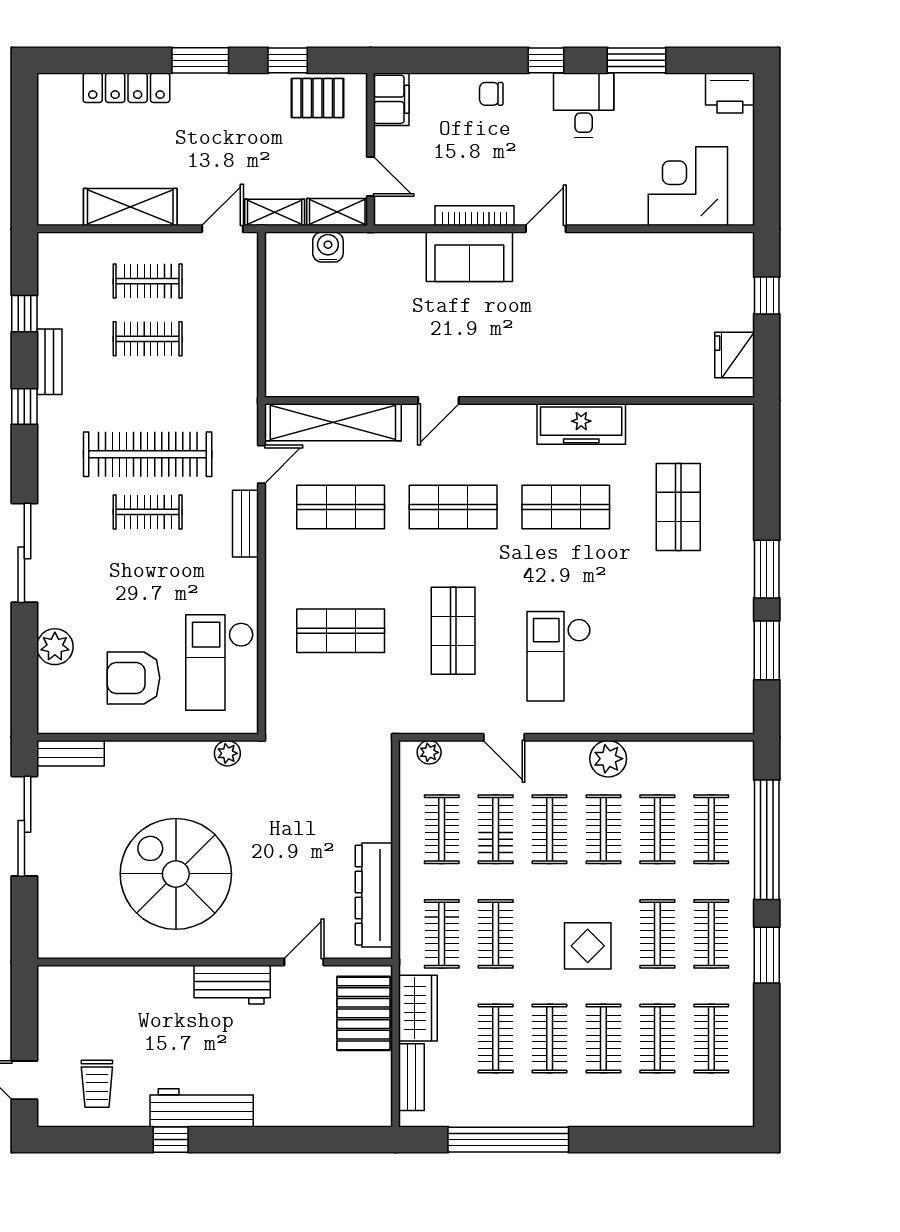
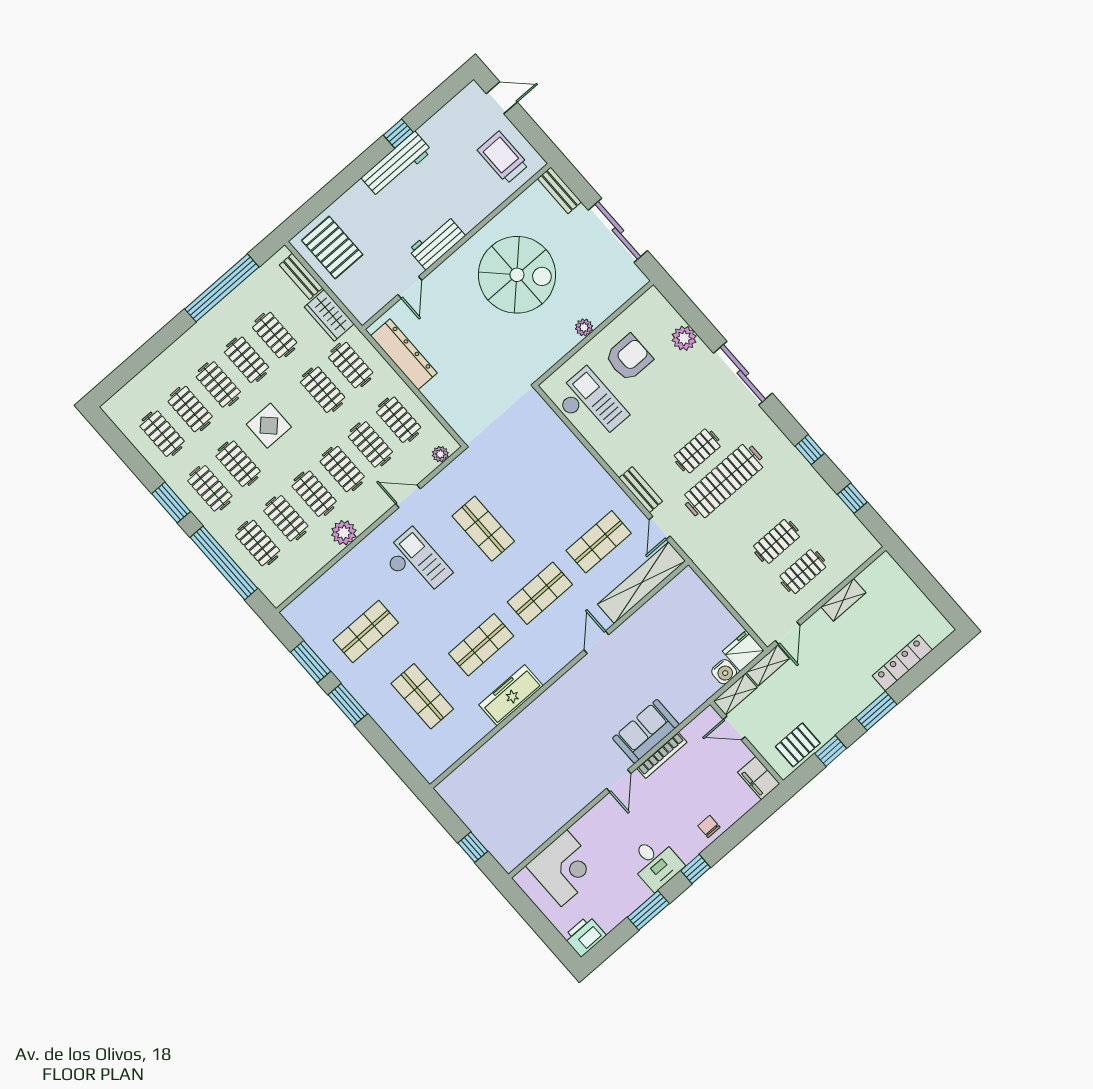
chair: (491, 94) -> (709, 827), turned -90
shelving: (130, 207) -> (844, 600), width x0.67, depth x0.75
fridge: (735, 355) -> (743, 651), moved, turned -90
bench: (49, 362) -> (817, 484), removed
shop shelf: (341, 631) -> (366, 632), moved
bench: (71, 753) -> (559, 190), moved, turned 90
plant: (227, 753) -> (584, 327), moved
pallet: (363, 1013) -> (332, 247), moved
trolley: (97, 1084) -> (503, 157), moved, width x1.36, depth x1.39

